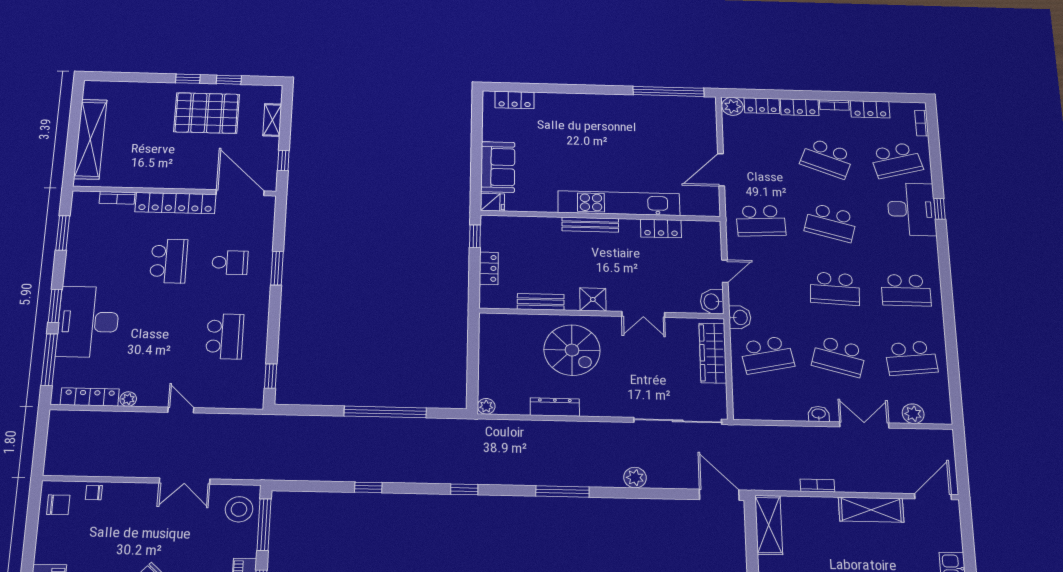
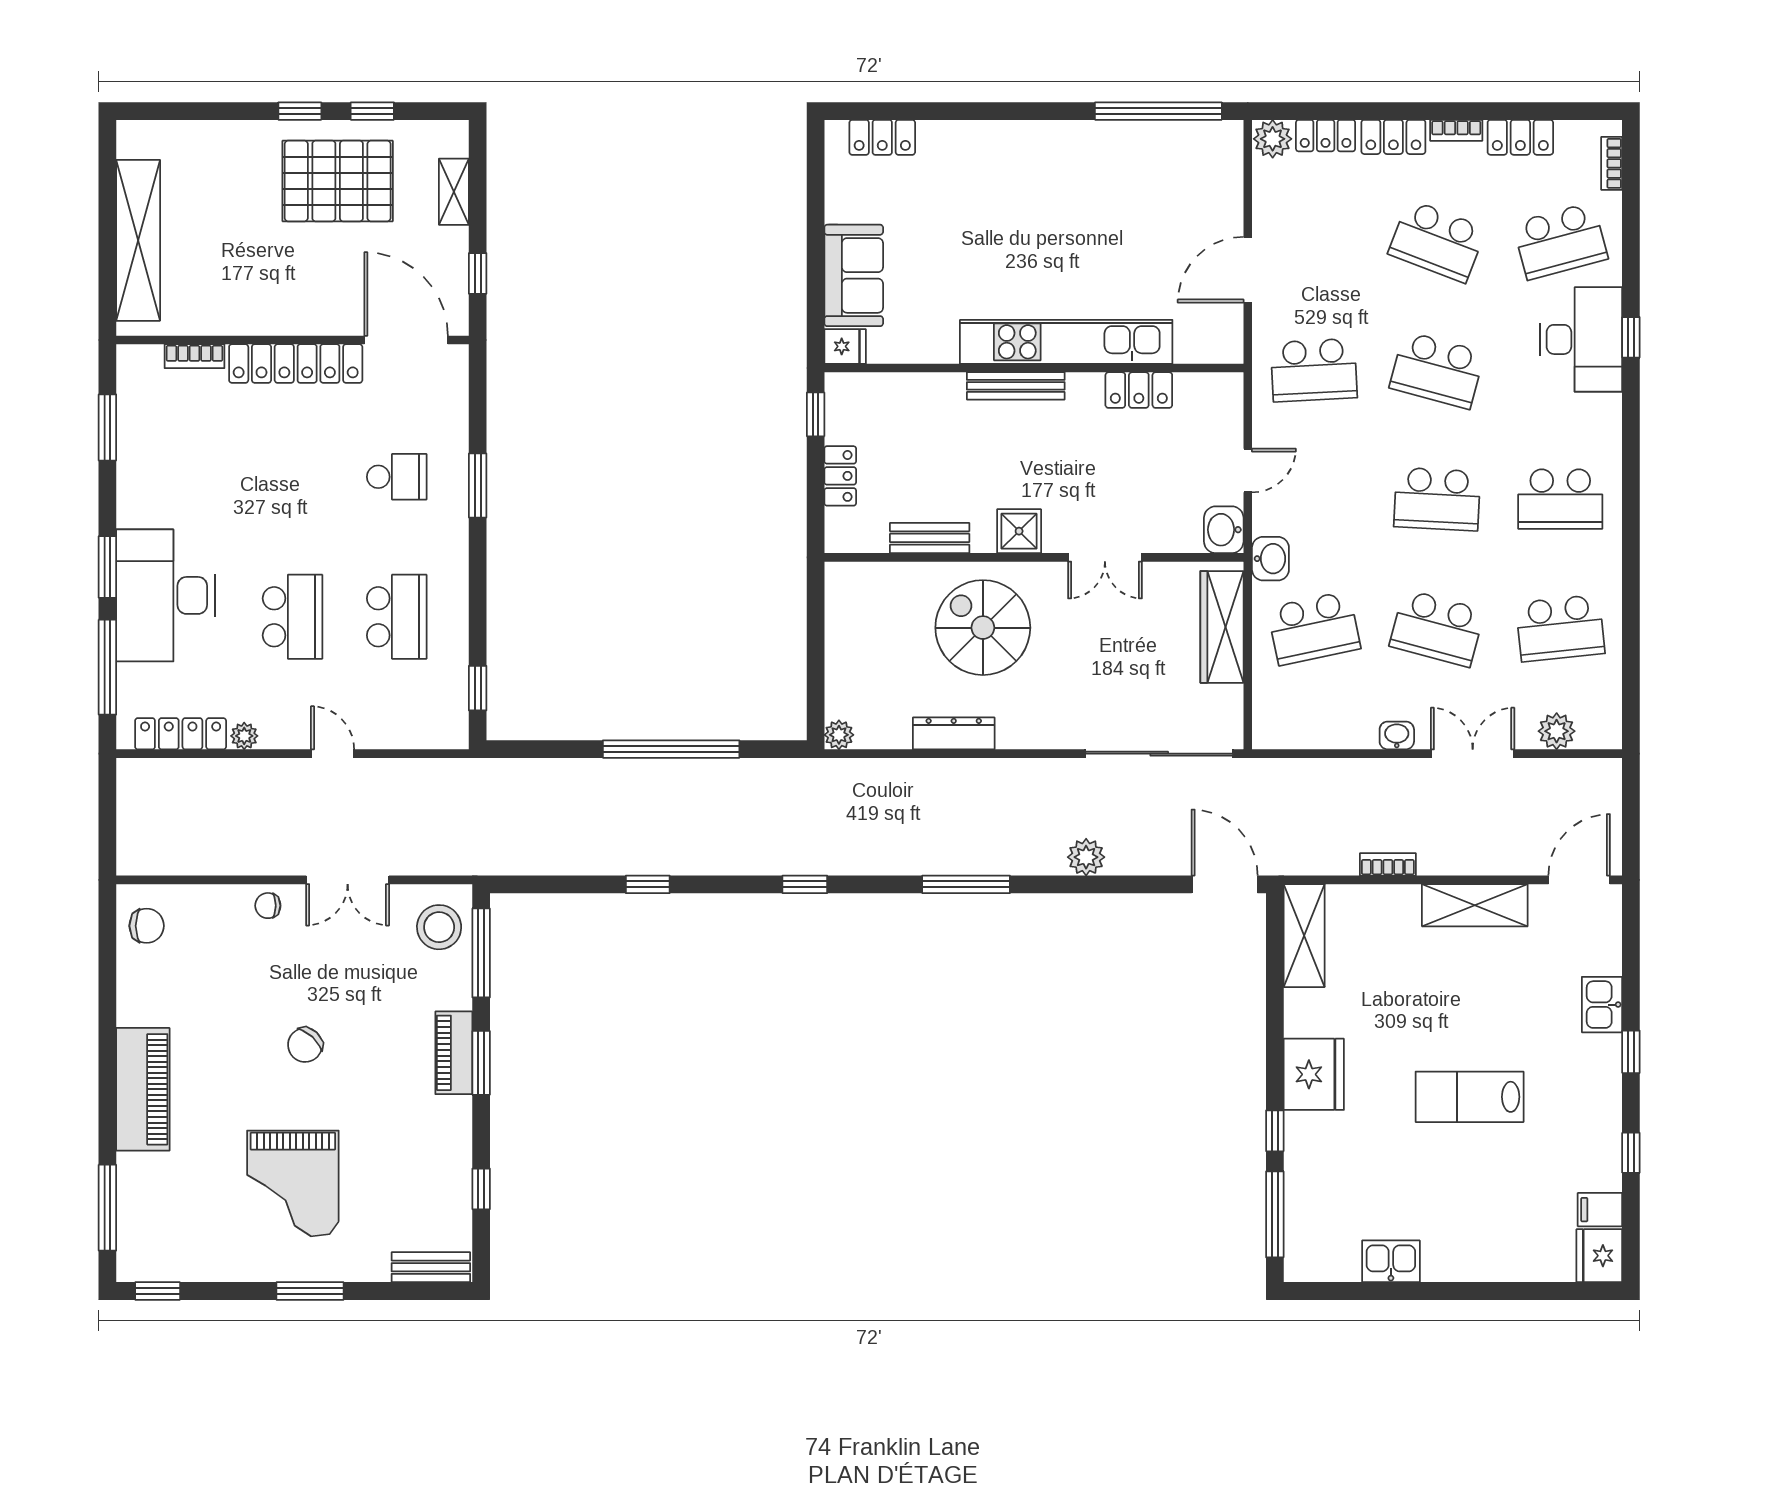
school desk: (169, 261) -> (293, 617), moved
spiral stairs: (572, 350) -> (983, 628), turned 180
chair: (94, 492) -> (268, 906), moved

